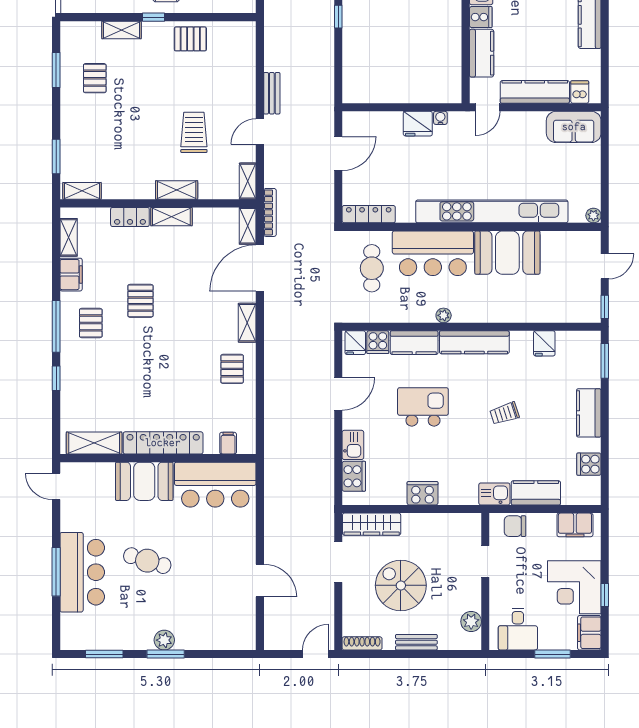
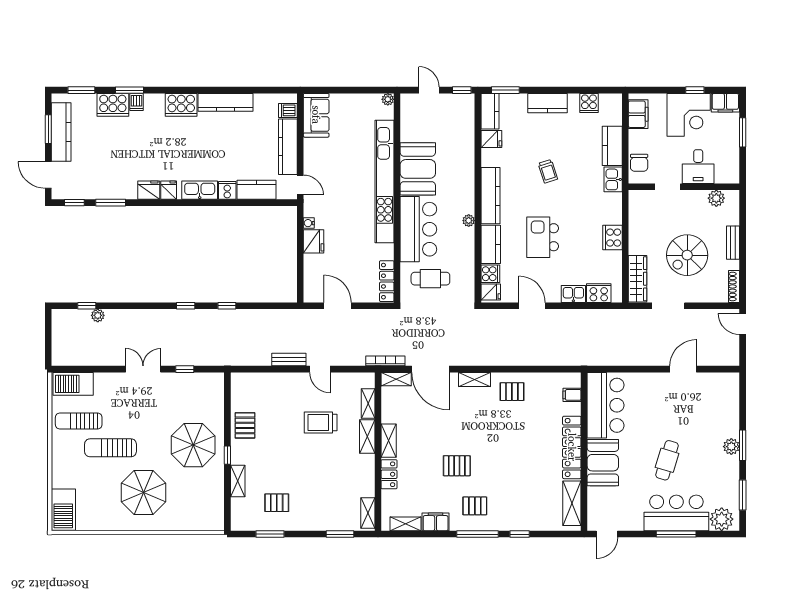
shelving: (248, 181) -> (368, 403), moved, turned 90
kitchen counter: (579, 342) -> (490, 111), added
plant: (74, 628) -> (722, 519), added
desk: (518, 629) -> (698, 167), moved, turned 90

